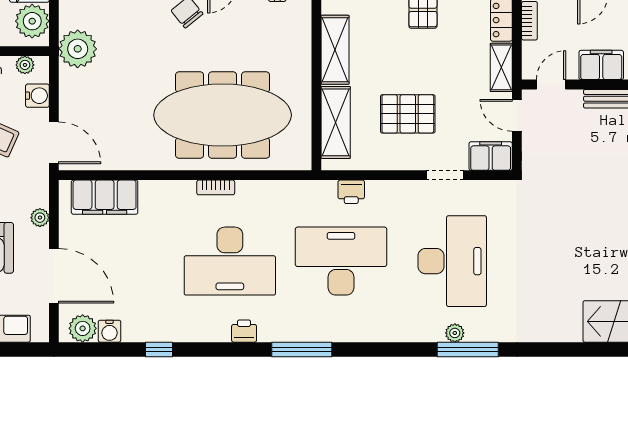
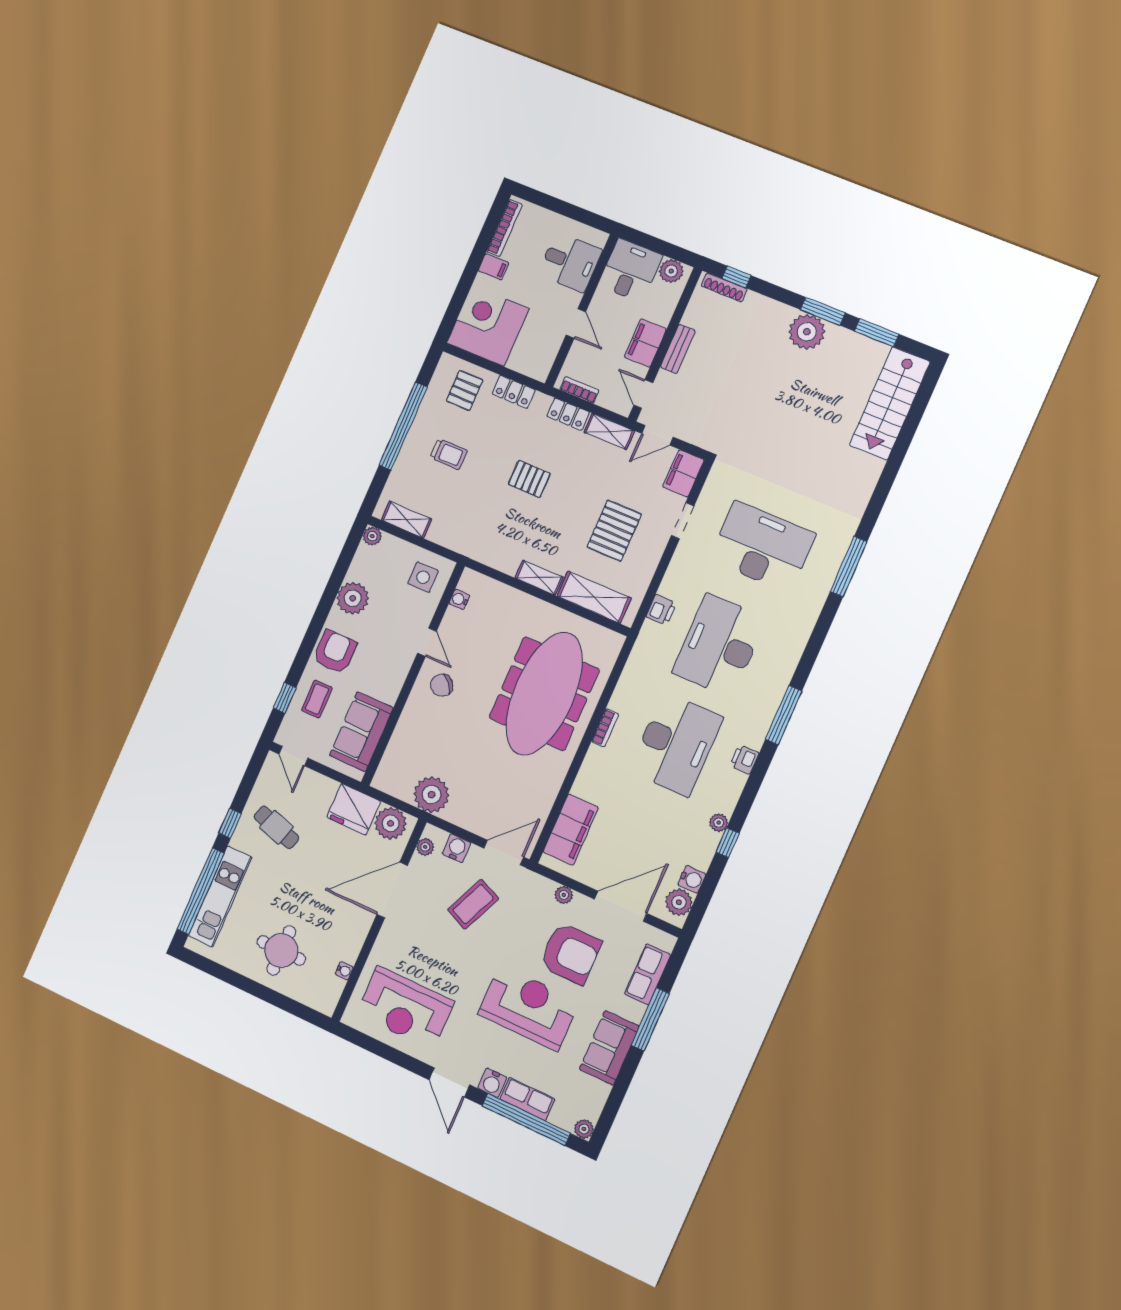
shelving: (335, 50) -> (539, 578), width x0.67, depth x0.75
plant: (455, 333) -> (719, 823), moved

